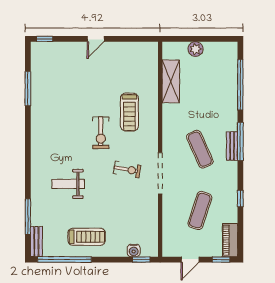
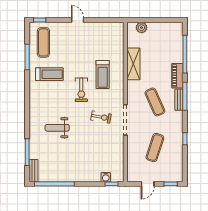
door: (96, 39) -> (78, 20), swing flipped
plant: (195, 49) -> (142, 28), moved
exercise mat: (50, 69) -> (43, 42), added
shelving: (171, 81) -> (133, 64), moved
treadmill: (87, 237) -> (49, 74), moved
piano: (230, 240) -> (177, 76), moved

